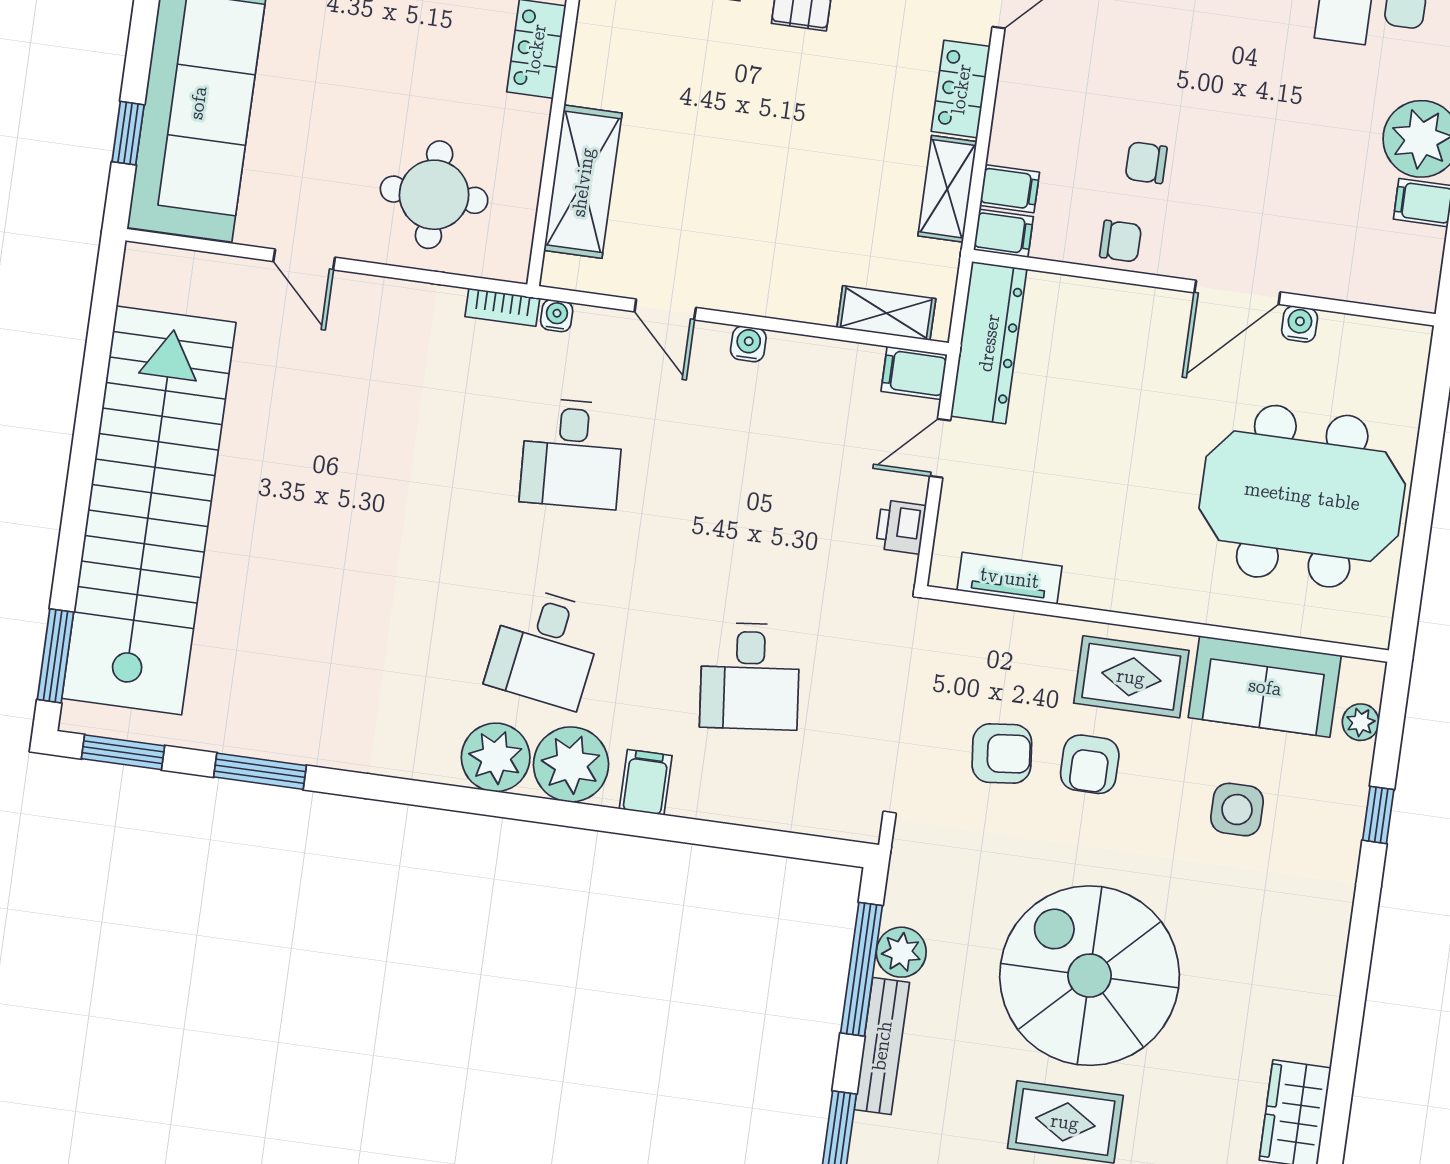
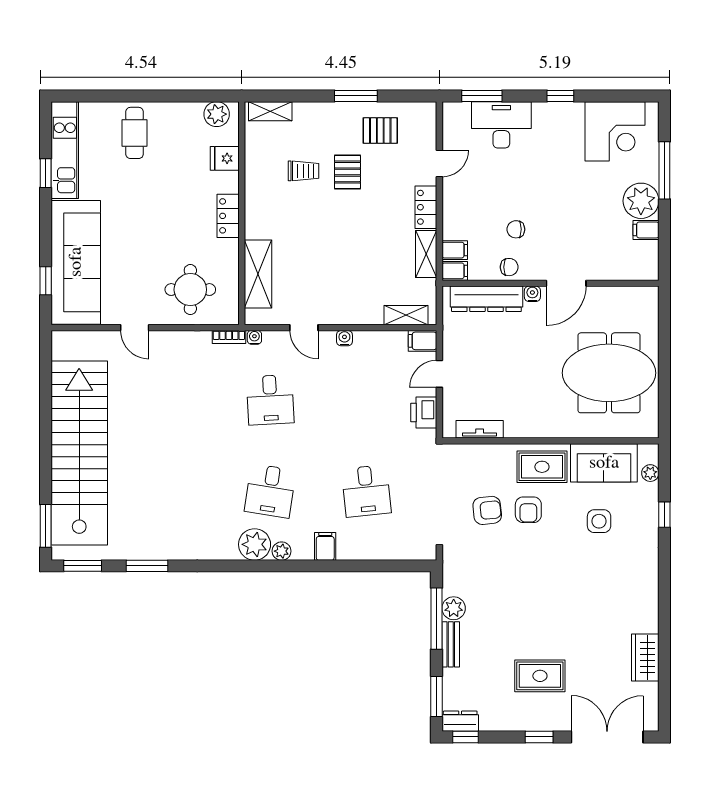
water cooler: (1300, 324) -> (532, 294), moved
dresser: (989, 343) -> (486, 299), moved, turned 90
printer: (901, 527) -> (424, 413), width x1.36, depth x1.24
plant: (571, 764) -> (282, 551), width x0.53, depth x0.53
spiral stairs: (1090, 976) -> (542, 607), removed
bench: (882, 1046) -> (451, 644), width x0.73

